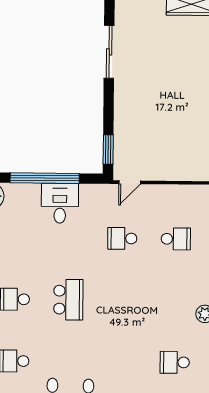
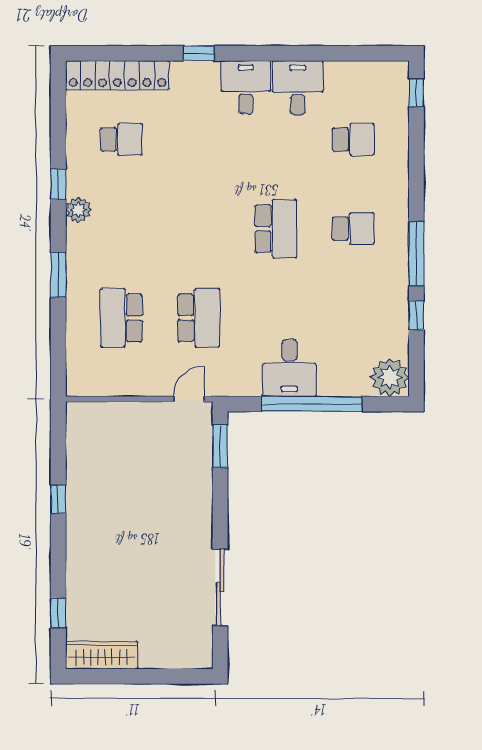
school desk: (122, 238) -> (199, 318), width x1.85
school desk: (176, 239) -> (121, 318), width x1.85
school desk: (68, 300) -> (276, 229), turned 180

